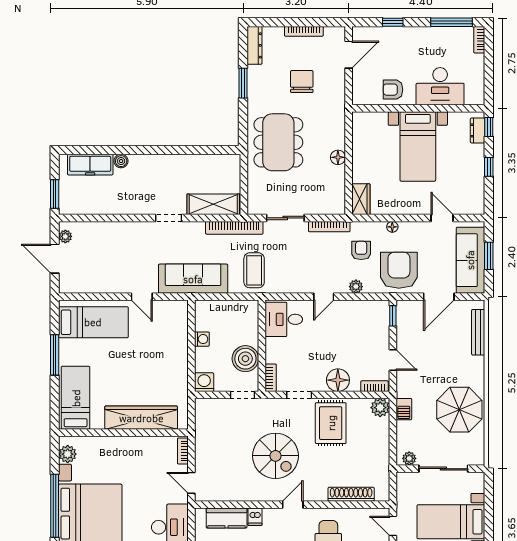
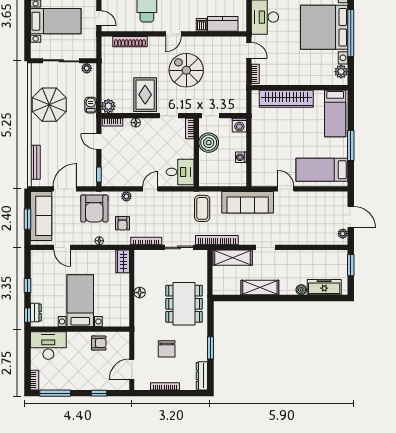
desk: (440, 86) -> (48, 346), moved
shelving: (177, 164) -> (260, 287), added
floor lamp: (338, 380) -> (136, 123), width x0.53, depth x0.53

